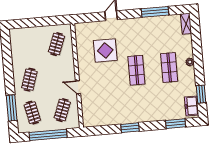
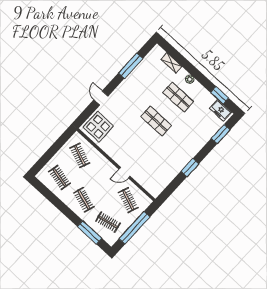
shelving: (186, 24) -> (171, 63), moved
clothes rail: (27, 47) -> (60, 177), added
display table: (105, 50) -> (98, 127), moved

